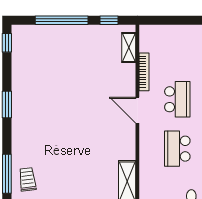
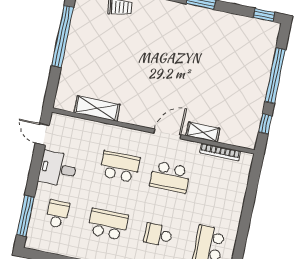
shelving: (129, 47) -> (203, 132), moved
bookcase: (144, 72) -> (220, 152), moved

